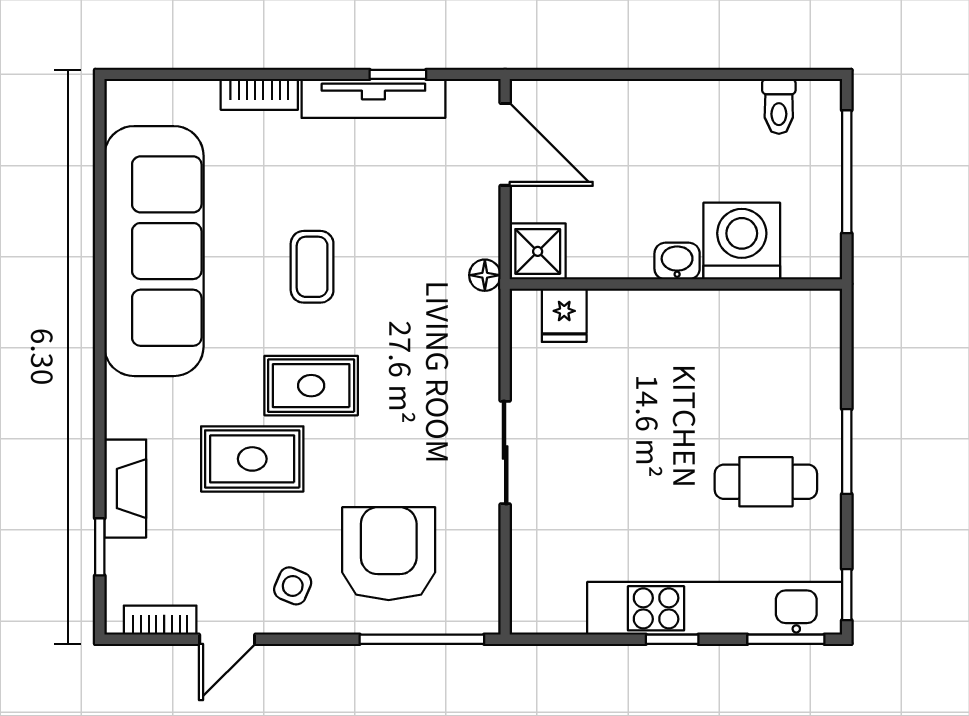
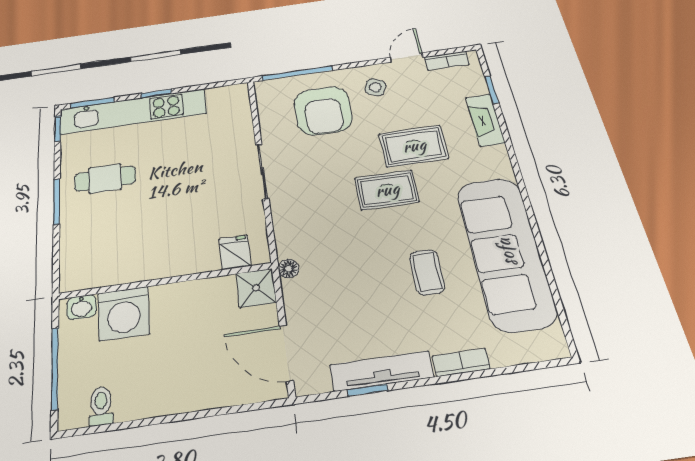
washbasin: (677, 261) -> (82, 307), moved
coffee table: (312, 267) -> (427, 272), moved

